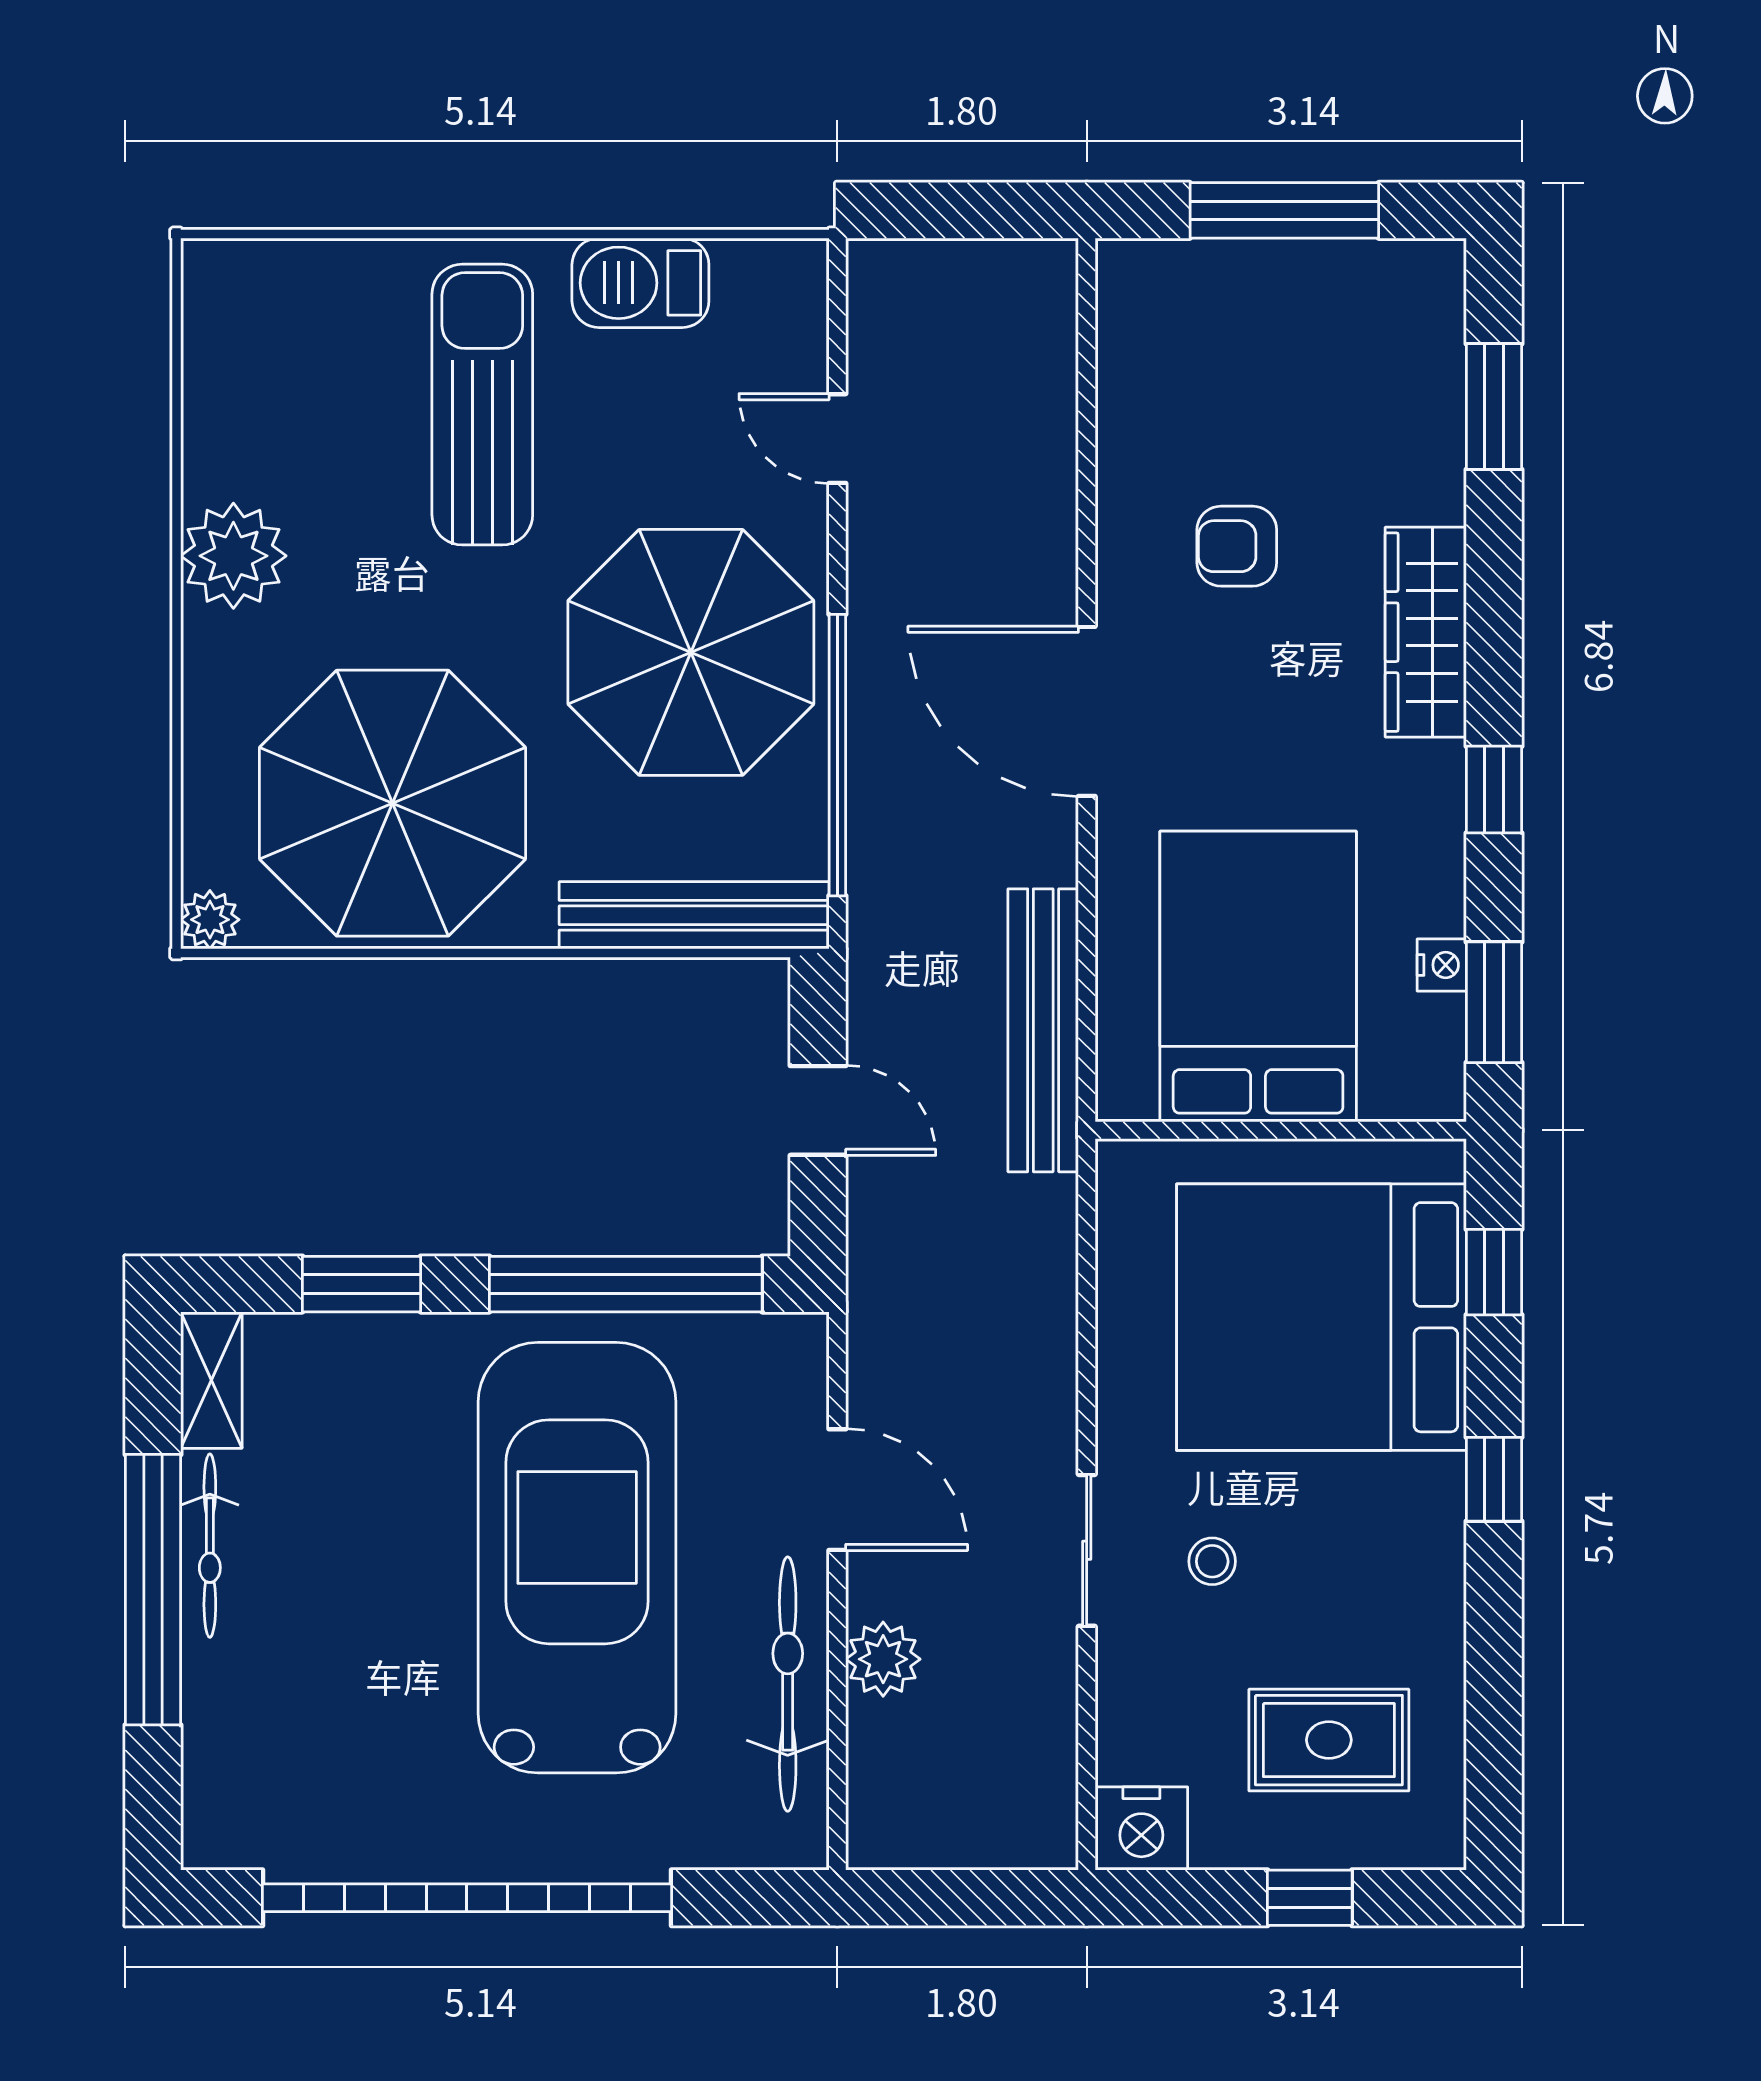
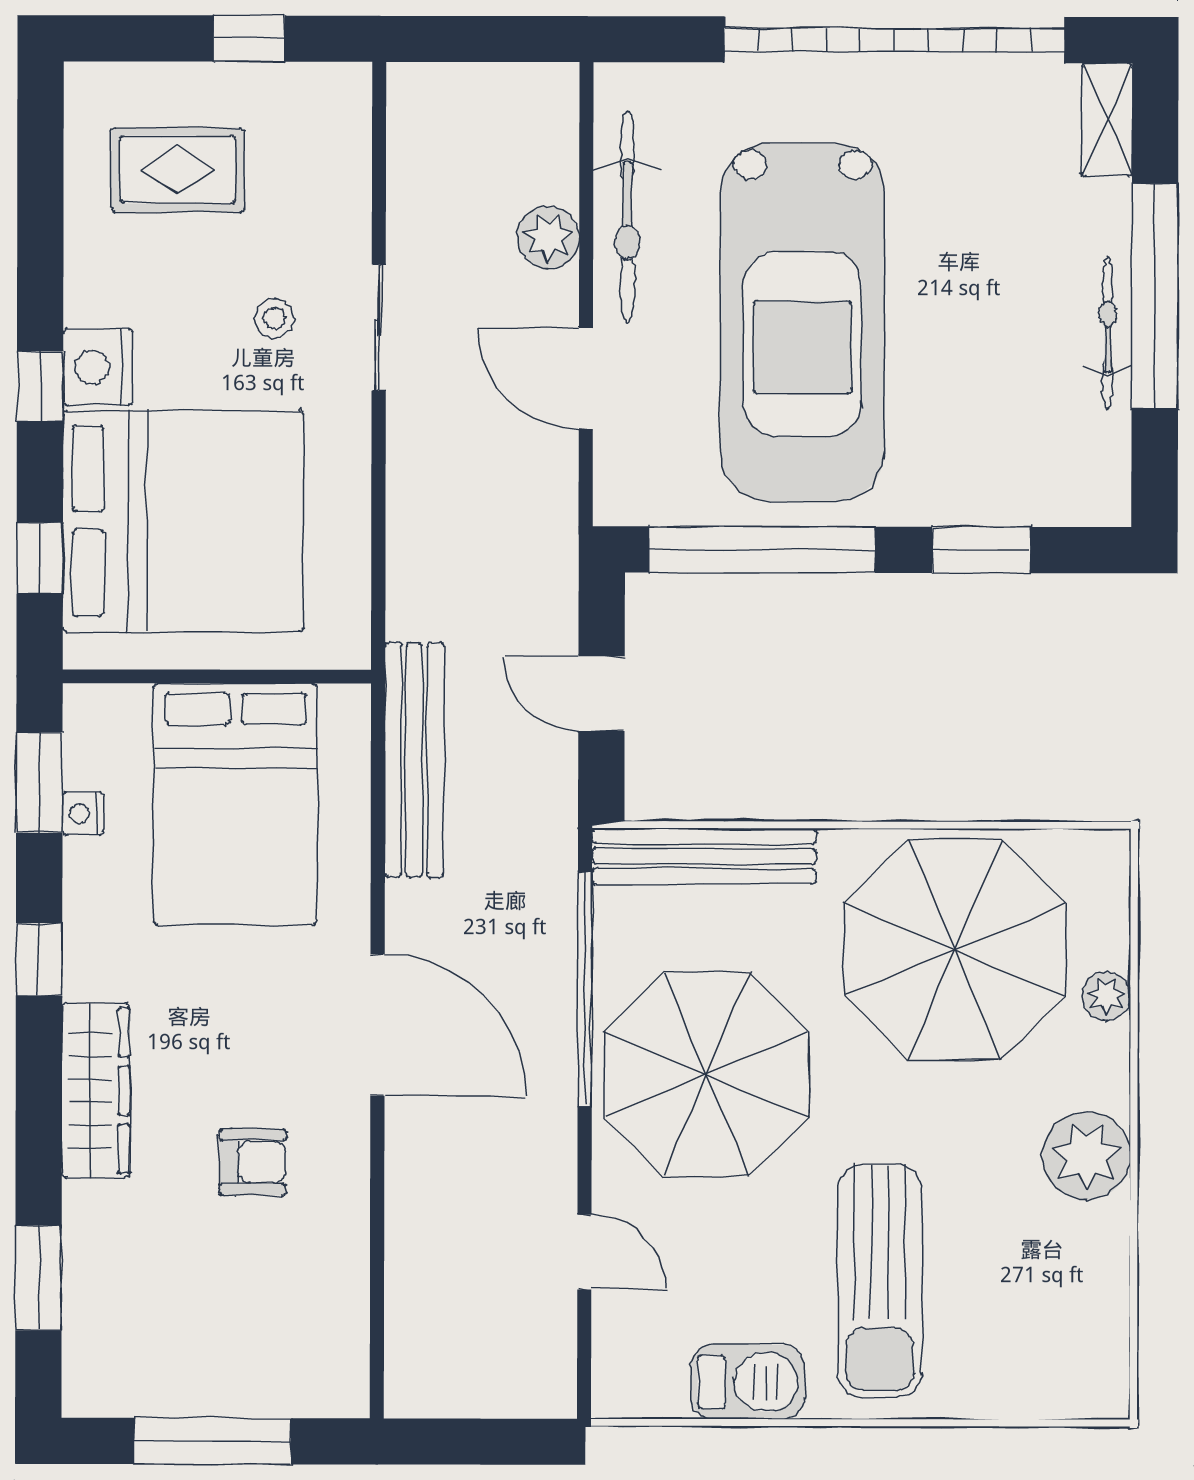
plant: (210, 920) -> (1106, 996), moved
shelving: (211, 1380) -> (1107, 120), moved
nightstand: (1141, 1828) -> (98, 367), moved, turned -90
window: (1310, 1898) -> (249, 39), moved

